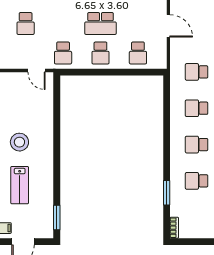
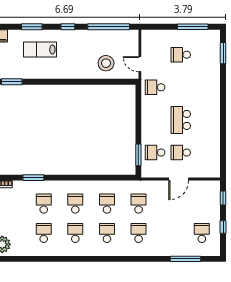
school desk: (100, 53) -> (181, 153), moved
door: (37, 70) -> (140, 64), hinge flipped
window: (141, 72) -> (138, 155), added
stool: (19, 142) -> (106, 63), moved

